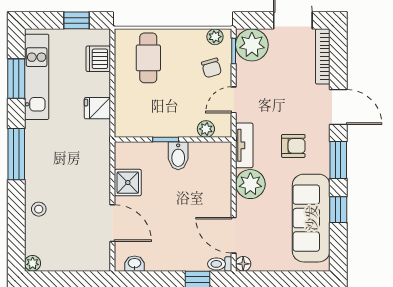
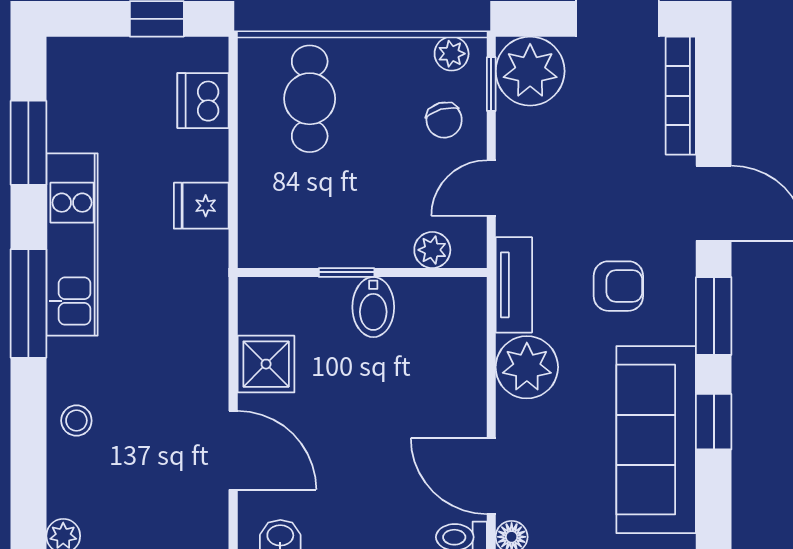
kitchen unit: (37, 77) -> (72, 245), moved

